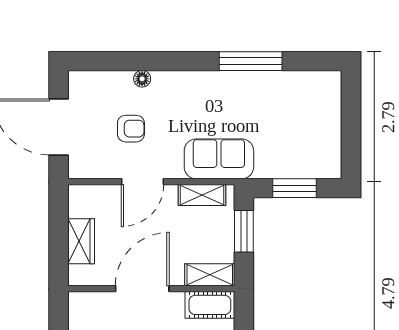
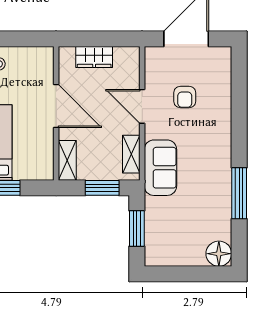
floor lamp: (142, 79) -> (219, 254), moved, width x1.89, depth x1.89
cot: (210, 305) -> (43, 160), removed

